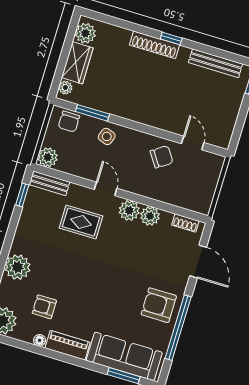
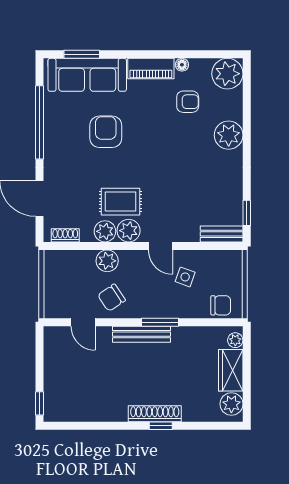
window: (171, 38) -> (161, 426), moved
bench: (215, 63) -> (141, 334), moved
window: (92, 113) -> (160, 322), moved
chair: (69, 122) -> (221, 305), turned 90
side table: (107, 136) -> (185, 277), moved
plant: (48, 157) -> (107, 261), moved
rug: (81, 222) -> (121, 202), moved
armchair: (159, 305) -> (106, 132), moved, turned -90

